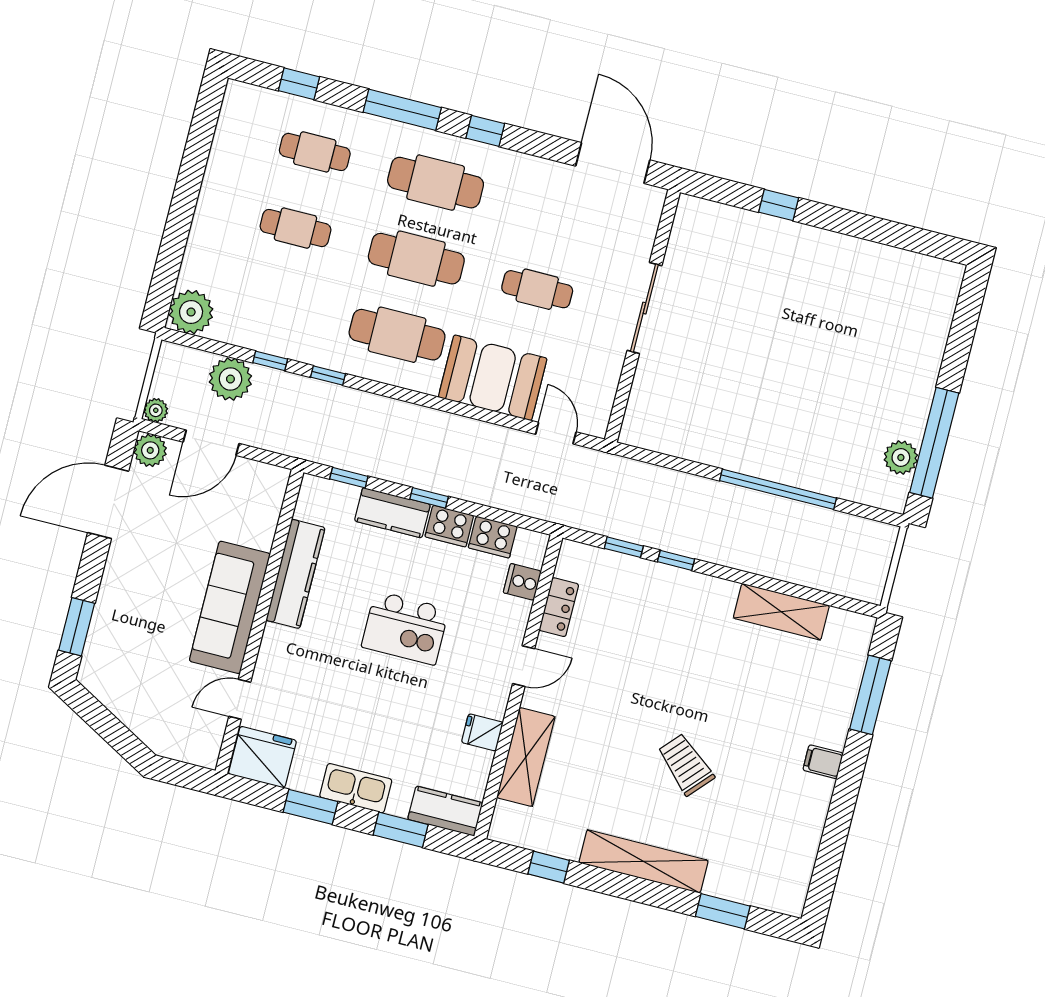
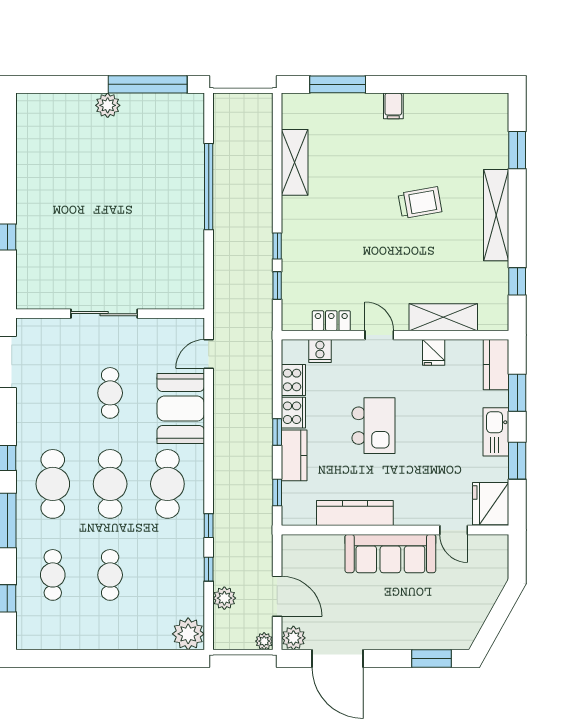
plant: (230, 379) -> (224, 598), width x0.73, depth x0.73
plant: (901, 457) -> (108, 105), moved
trolley: (686, 764) -> (420, 203), turned -142

